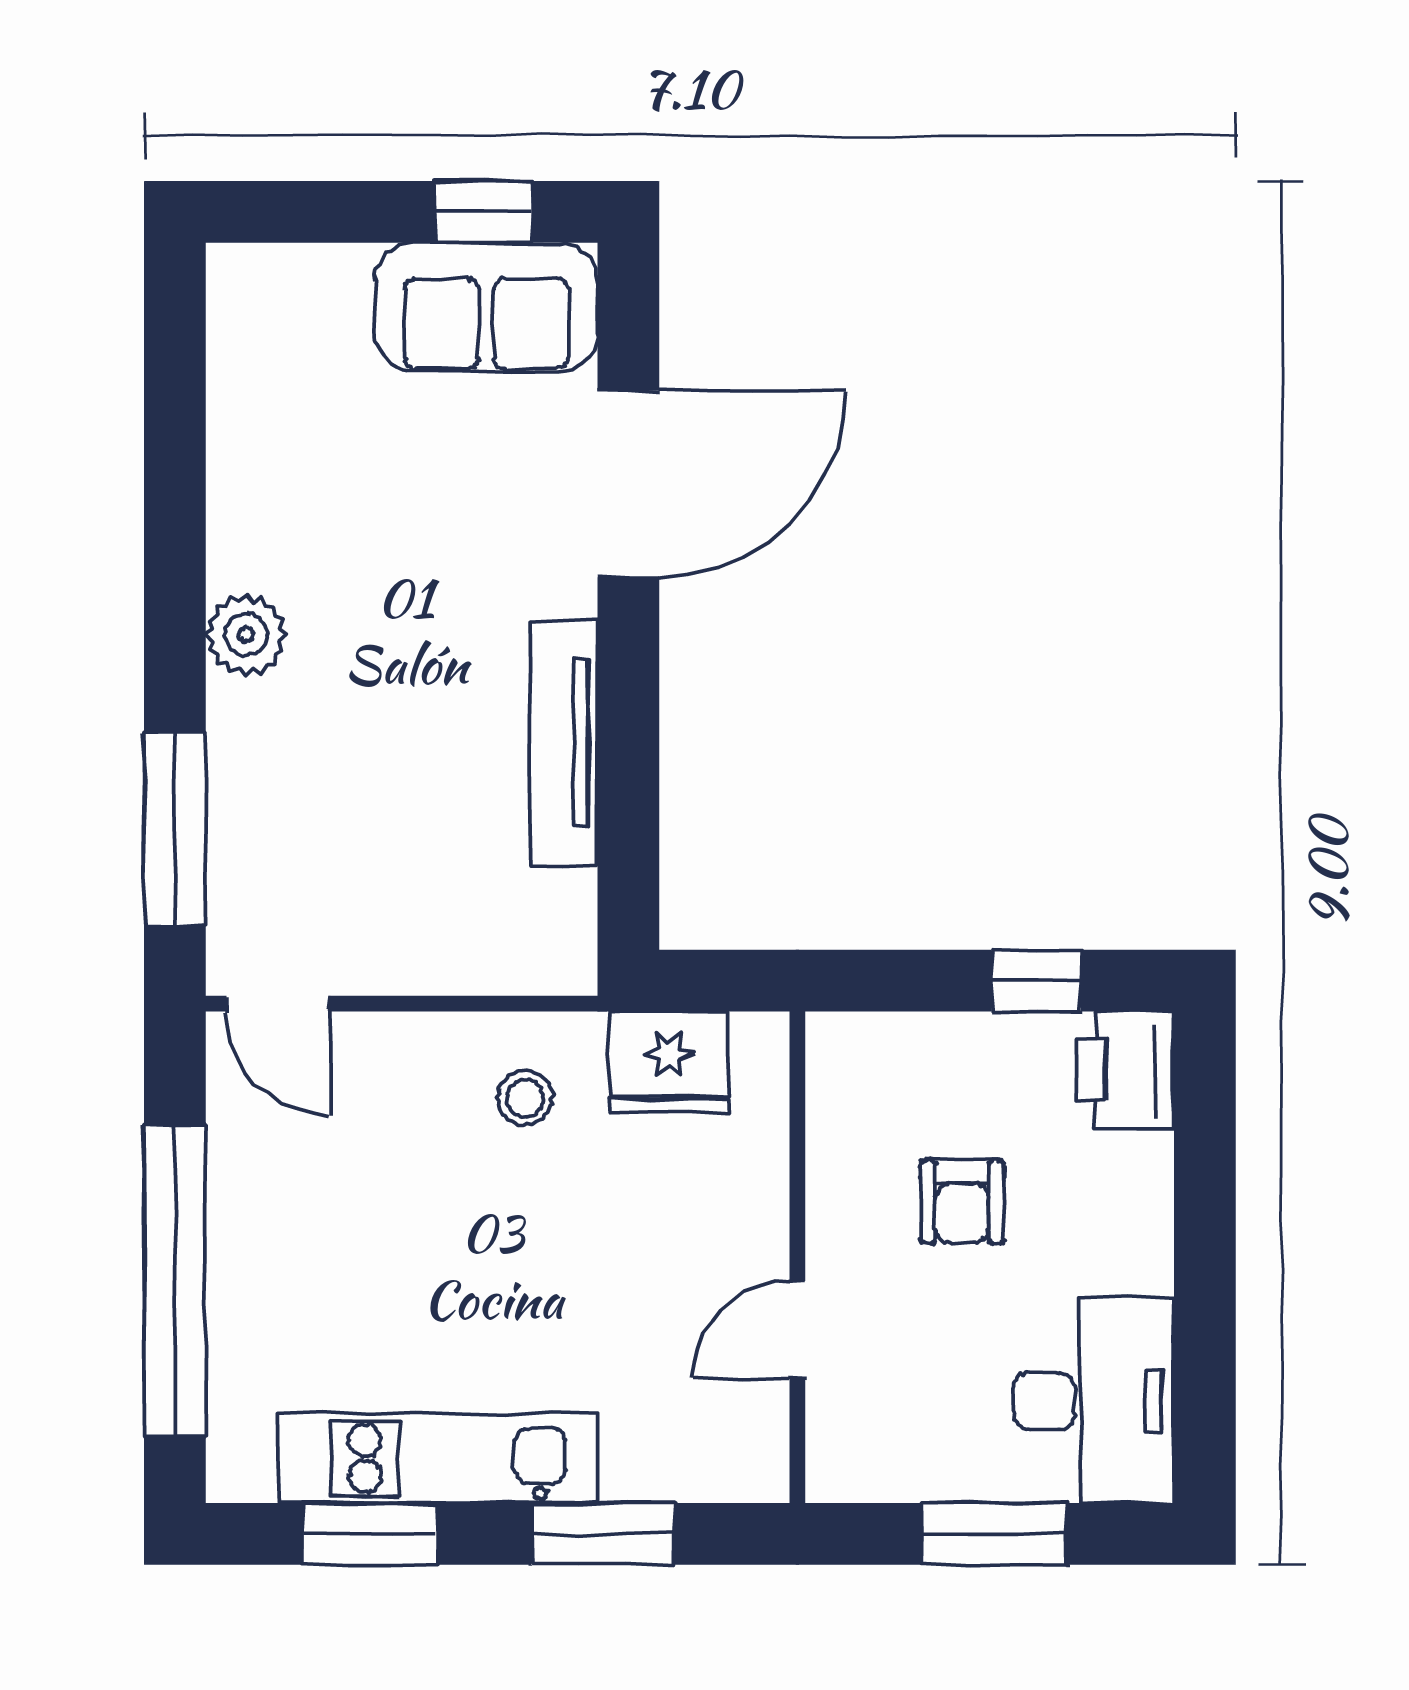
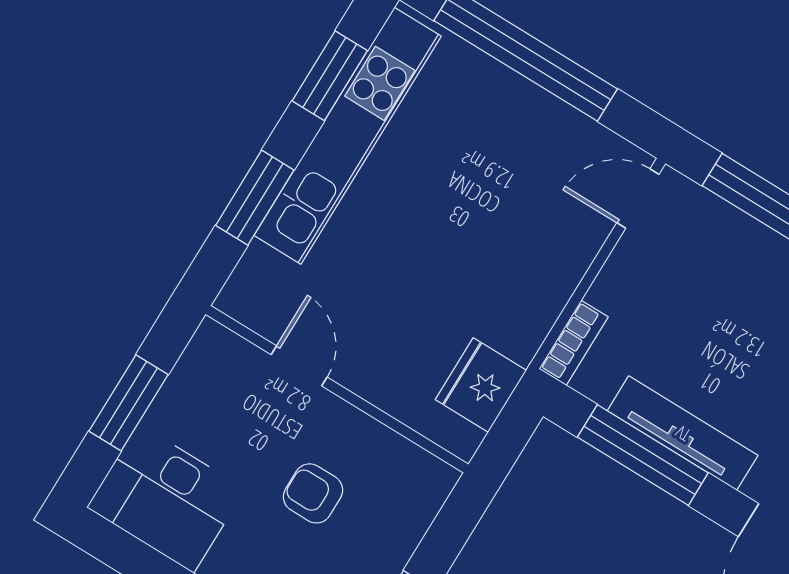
window: (628, 779) -> (643, 455), added
bookcase: (532, 970) -> (574, 343), added
stool: (525, 1098) -> (508, 298), removed
kitchen unit: (438, 1458) -> (348, 136), width x1.36

